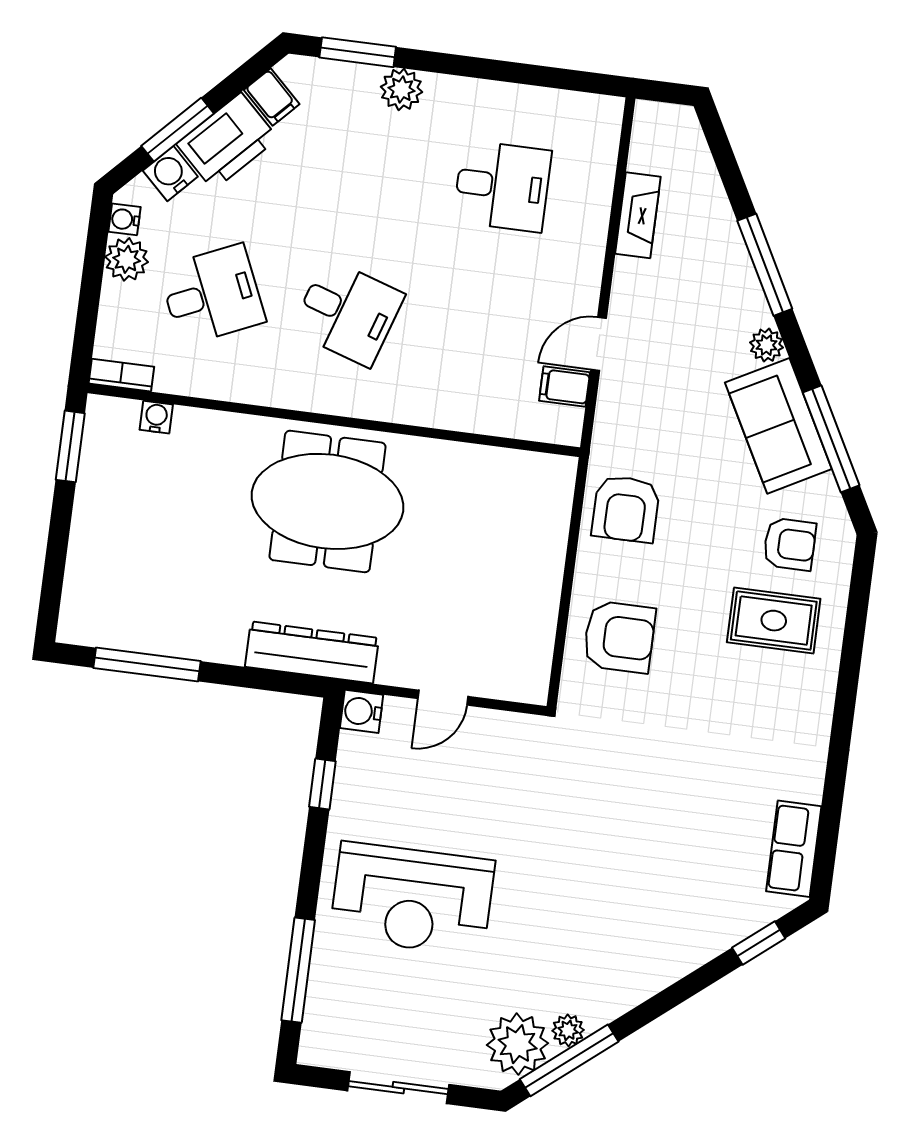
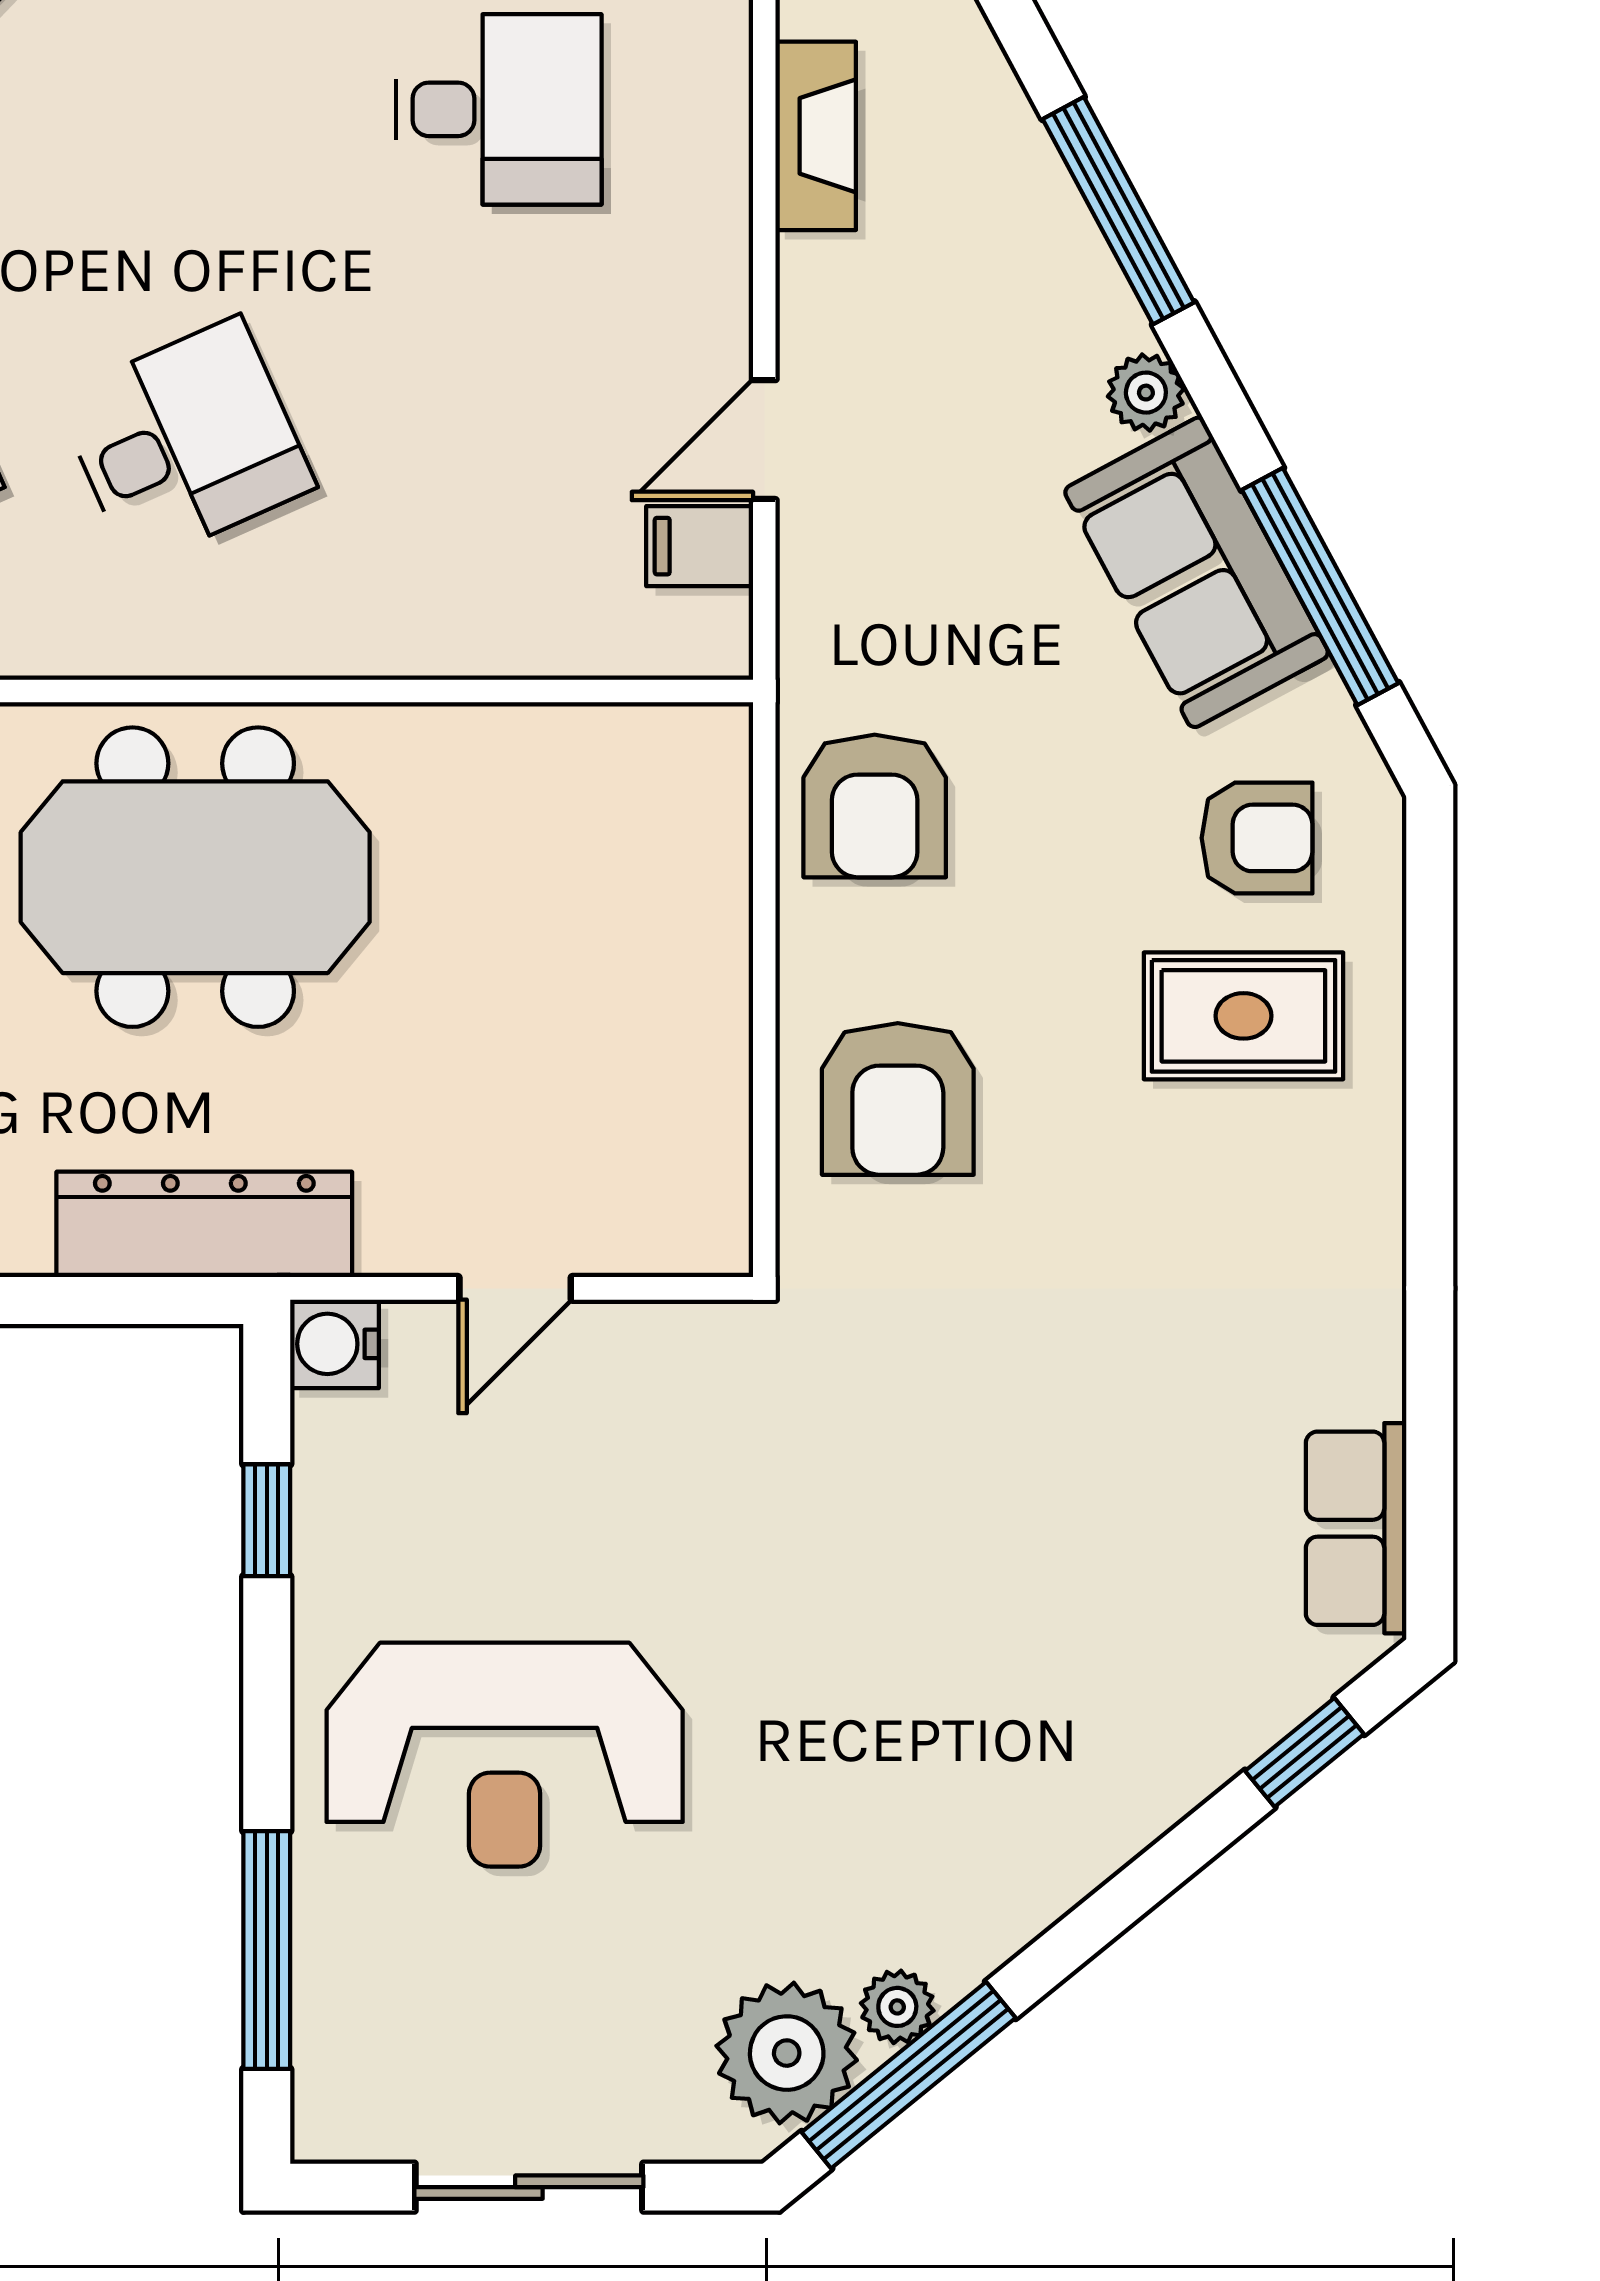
desk: (348, 312) -> (186, 442), turned -42
armchair: (619, 637) -> (898, 1099), turned 90

